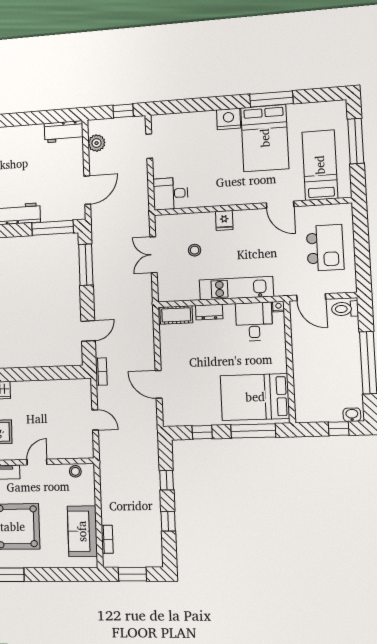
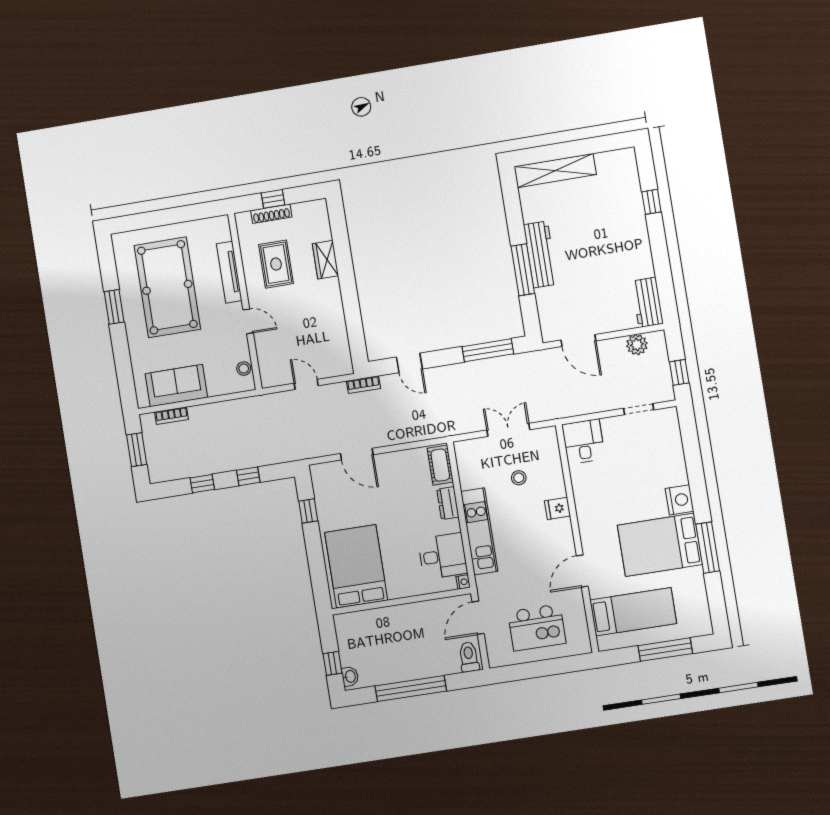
window: (53, 228) -> (523, 270), moved
door: (159, 384) -> (357, 454), swing flipped
door: (95, 420) -> (306, 384), swing flipped
window: (253, 431) -> (317, 569), removed

